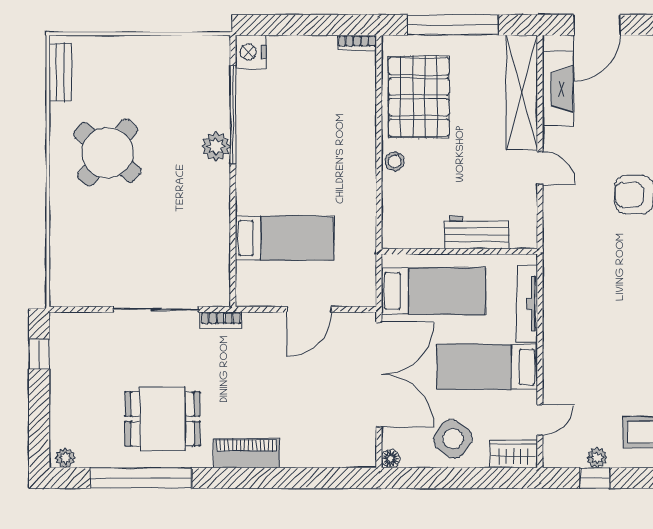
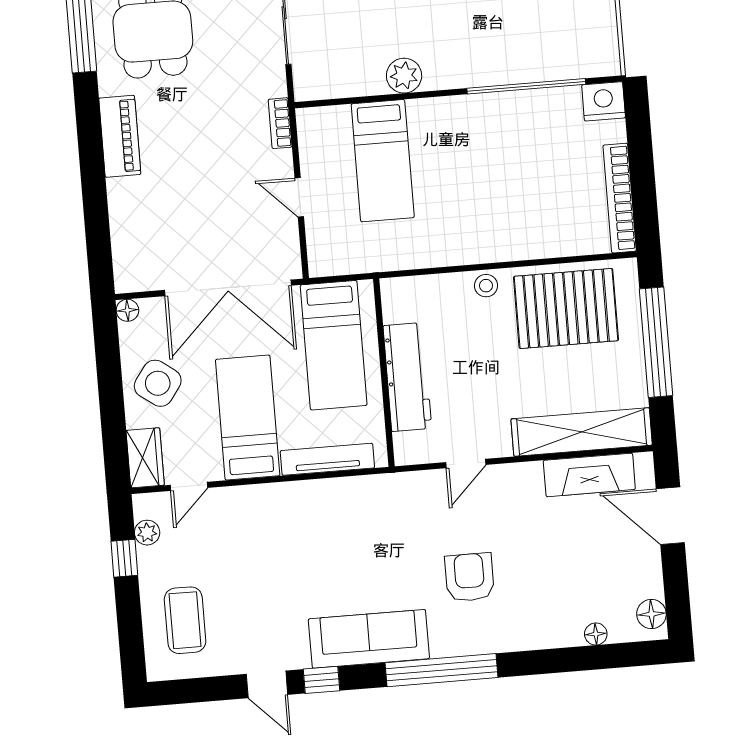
bookcase: (357, 43) -> (620, 198), width x2.31, depth x1.31
plant: (216, 146) -> (404, 76), moved
door: (540, 168) -> (466, 464), moved
workbench: (477, 232) -> (407, 377), width x1.38
door: (309, 309) -> (299, 197), width x0.73
bookcase: (221, 320) -> (280, 123), moved
door: (540, 420) -> (189, 486), hinge flipped
plant: (597, 458) -> (147, 533), moved

